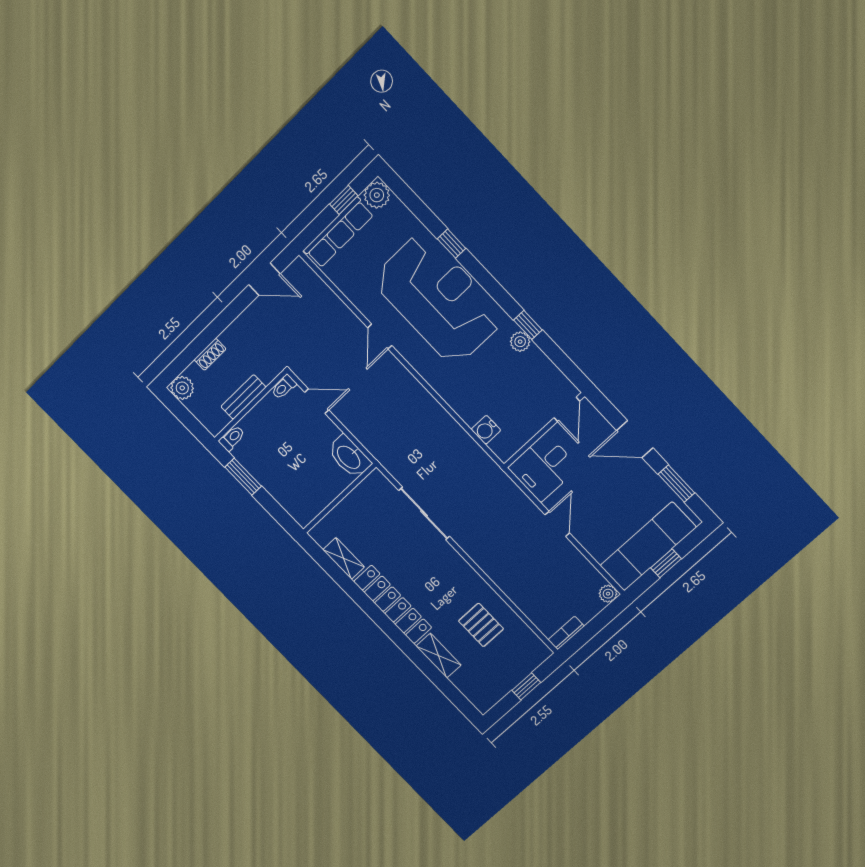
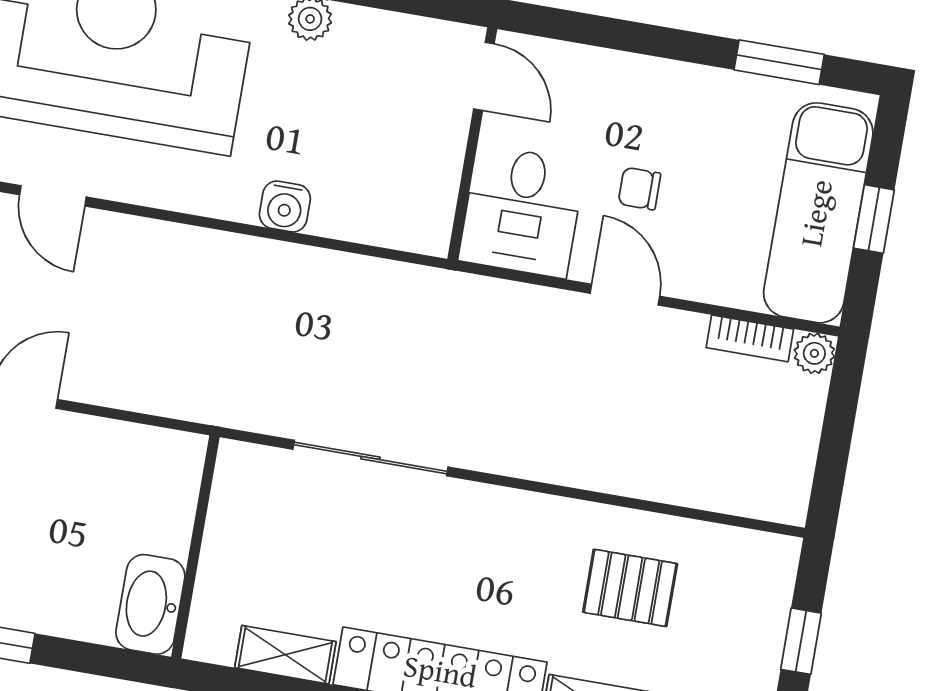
water cooler: (486, 430) -> (285, 206), moved
door: (635, 439) -> (644, 39), removed
washbasin: (349, 457) -> (150, 604), moved, turned 90
chair: (591, 491) -> (639, 189), added
bookcase: (566, 633) -> (750, 338), moved, turned -90

